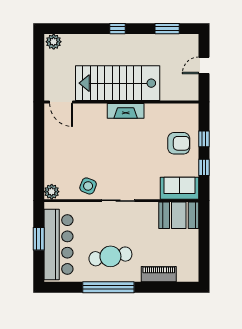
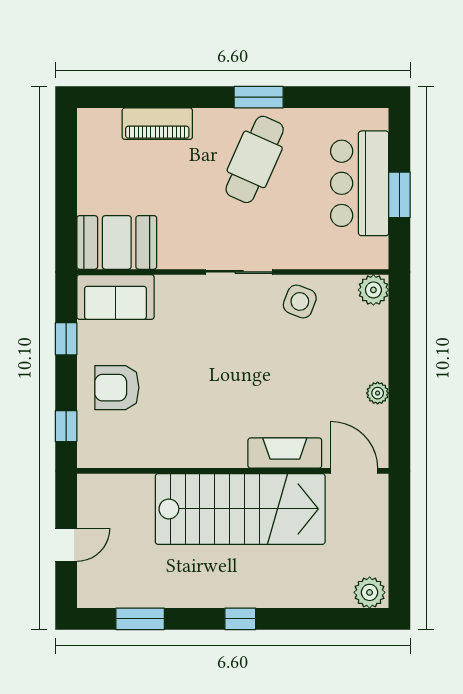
fireplace: (126, 111) -> (285, 453), moved
window: (204, 139) -> (66, 426), moved
plant: (50, 141) -> (378, 393), added
bar counter: (58, 245) -> (360, 183), width x0.73
cafe table: (110, 256) -> (255, 159), turned -57
window: (108, 287) -> (259, 97), width x0.47

